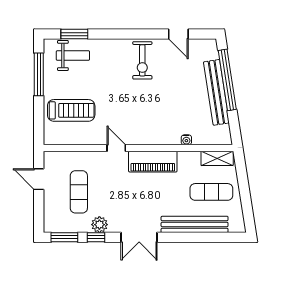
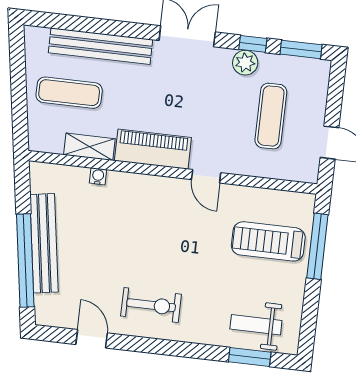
exercise bike: (142, 60) -> (151, 305), turned 90
window: (39, 74) -> (317, 246), moved
shelving: (217, 158) -> (89, 147), moved

